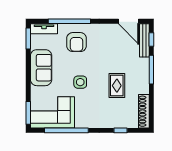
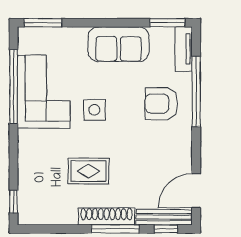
shoe rack: (144, 111) -> (106, 216), moved
corner sofa: (53, 112) -> (44, 92), moved
window: (121, 130) -> (14, 202), moved

